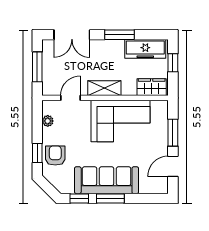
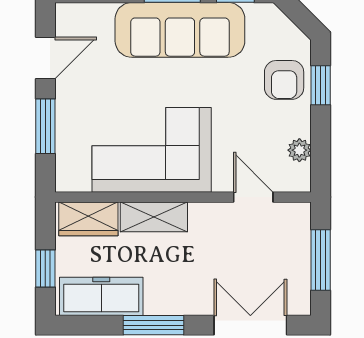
shelving: (104, 88) -> (154, 217), moved
door: (70, 98) -> (253, 197), swing flipped

